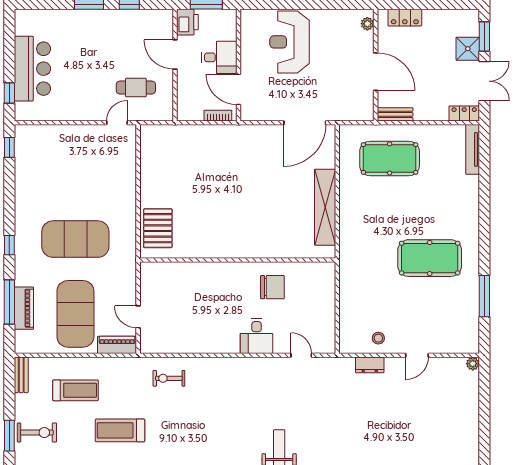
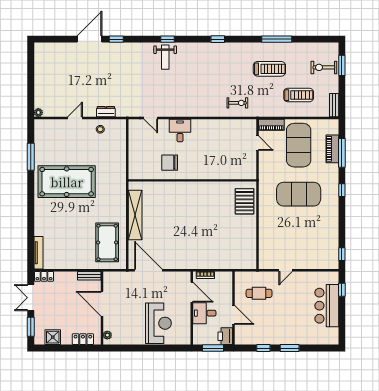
shower: (468, 49) -> (53, 337), moved
door: (117, 123) -> (286, 270), moved
door: (305, 123) -> (148, 270), hinge flipped
pool table: (390, 158) -> (107, 242), moved, turned 90
pool table: (430, 258) -> (67, 182), width x1.36, depth x1.32
treadmill: (76, 390) -> (299, 95), turned 180

